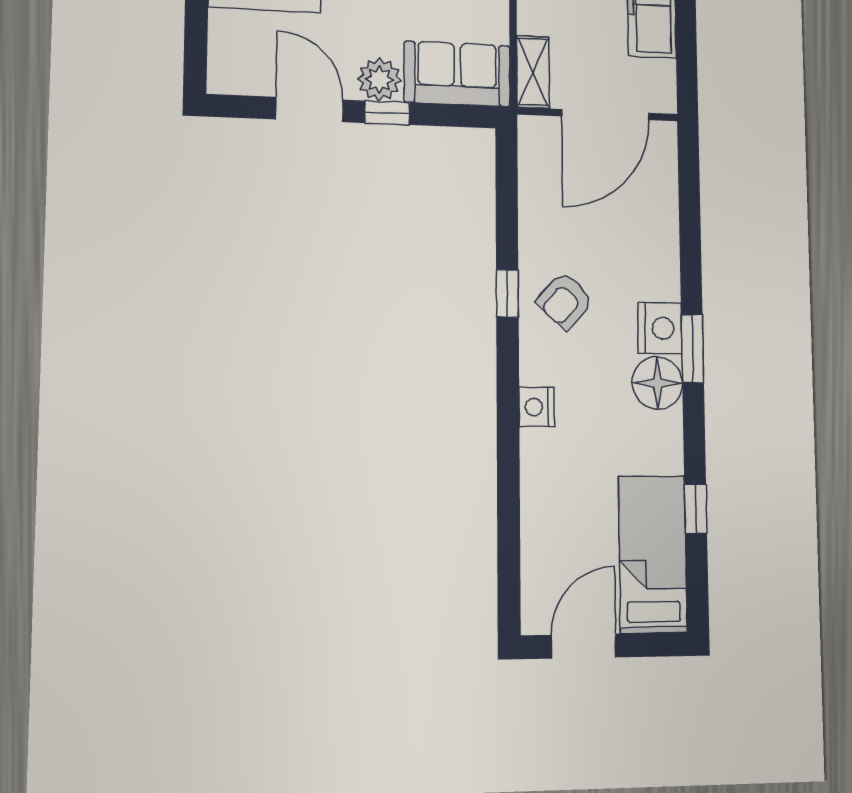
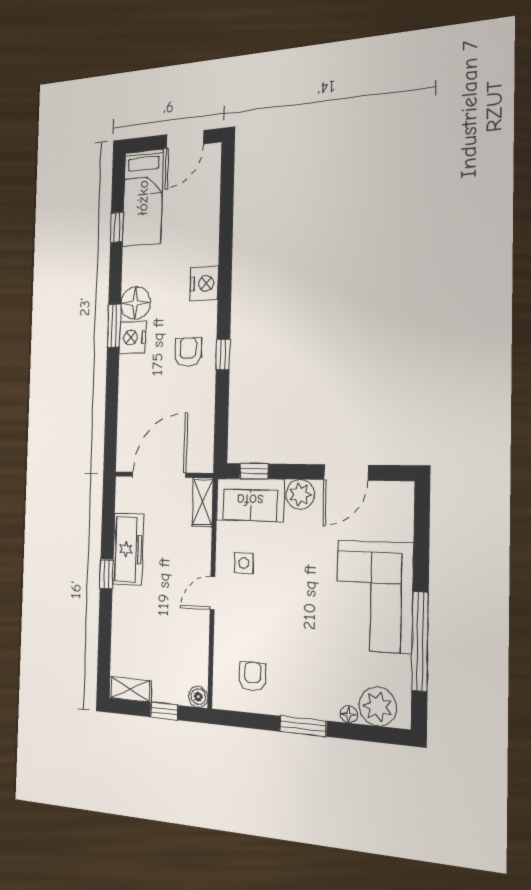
door: (310, 110) -> (346, 472), hinge flipped
window: (387, 113) -> (254, 471), moved
armchair: (565, 301) -> (188, 352), turned -42
nightstand: (537, 407) -> (204, 283), width x1.36, depth x1.33

